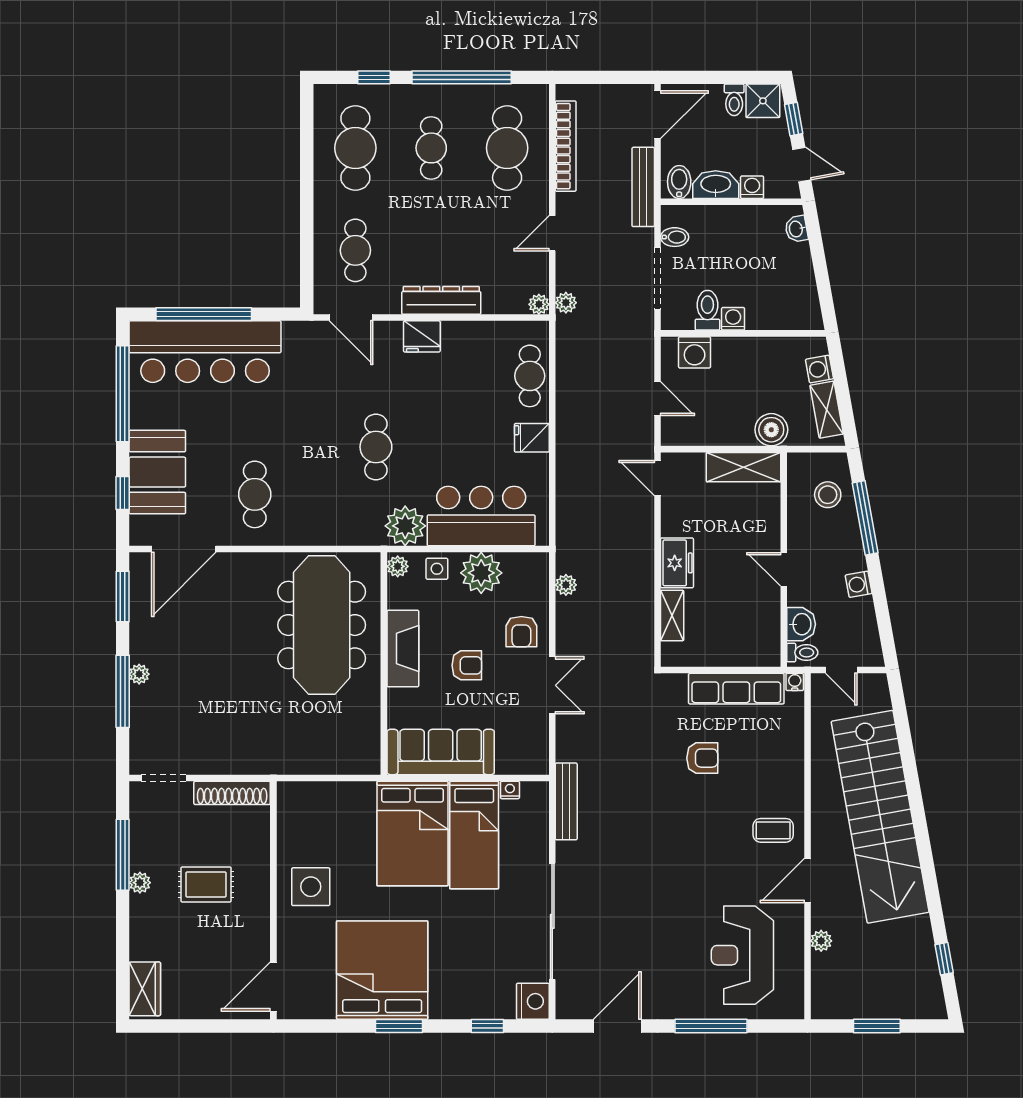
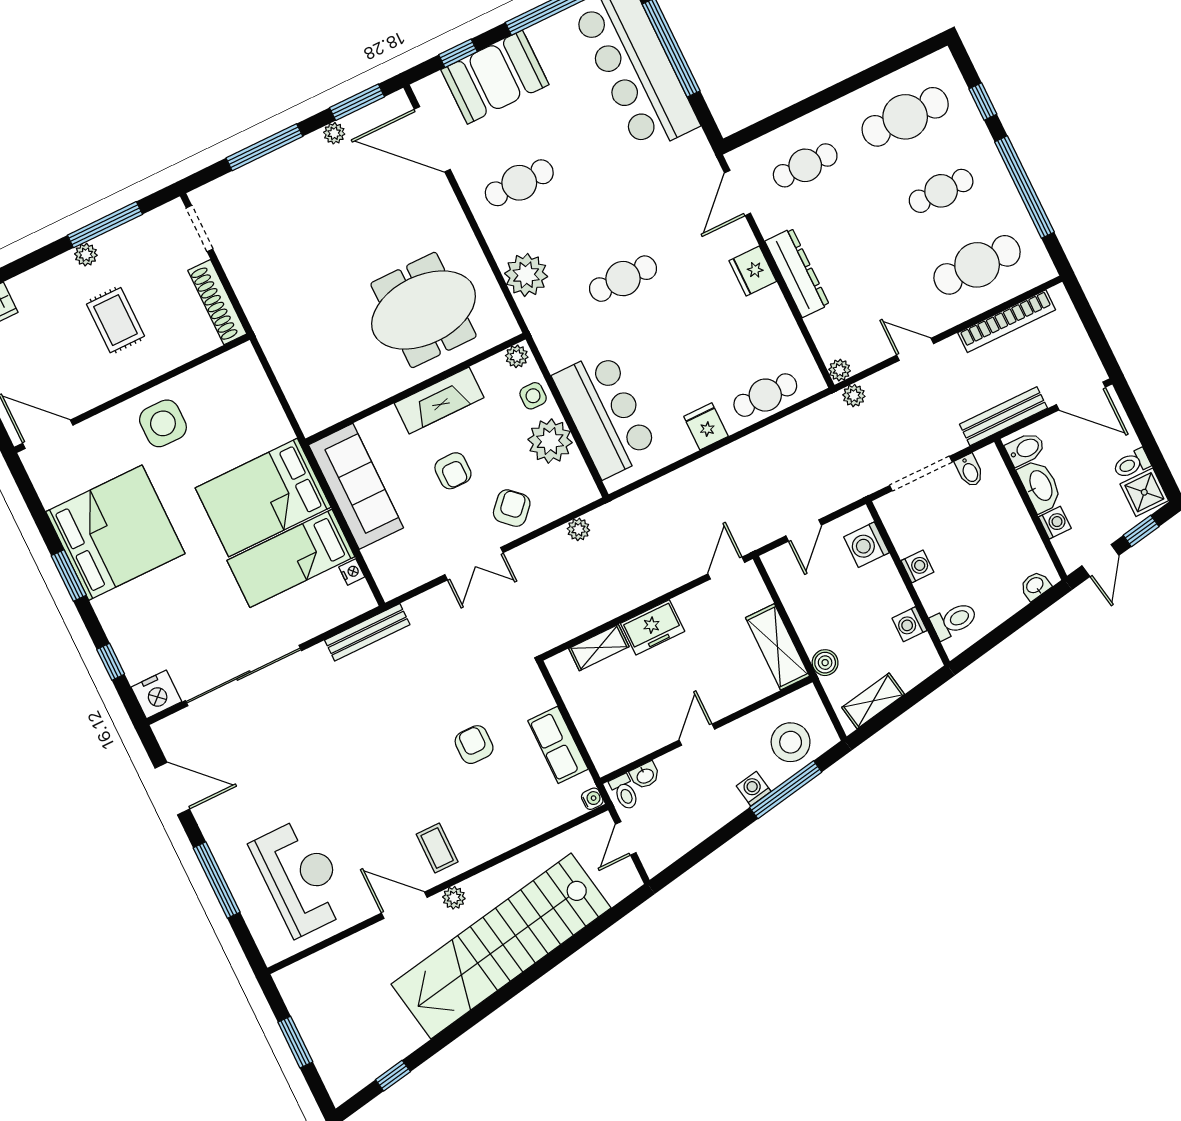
toilet: (707, 310) -> (954, 620), moved
washing machine: (819, 369) -> (909, 624), moved, turned -80
boiler: (771, 430) -> (825, 663), width x0.73, depth x0.73
stool: (828, 495) -> (791, 742), width x1.38, depth x1.38
plant: (405, 526) -> (526, 275), moved
washing machine: (859, 584) -> (754, 789), moved
washbasin: (801, 624) -> (645, 775), width x0.72, depth x0.69
meeting table: (322, 625) -> (424, 310), width x0.73
armchair: (521, 632) -> (512, 508), turned 133
plant: (139, 674) -> (334, 133), moved
row of seats: (736, 689) -> (558, 745), width x0.68
armchair: (702, 758) -> (474, 745), turned 180
plant: (821, 941) -> (454, 898), moved
reception desk: (742, 955) -> (301, 877), turned 90

